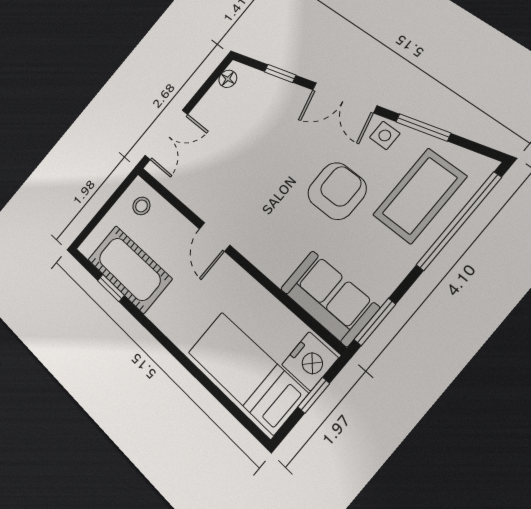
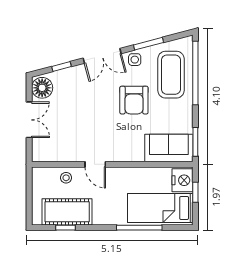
floor lamp: (228, 79) -> (42, 88), width x1.89, depth x1.89
double door: (166, 135) -> (29, 120), moved
armchair: (337, 191) -> (134, 100), turned 180
stool: (141, 206) -> (66, 178), moved
window: (197, 374) -> (139, 228), added

